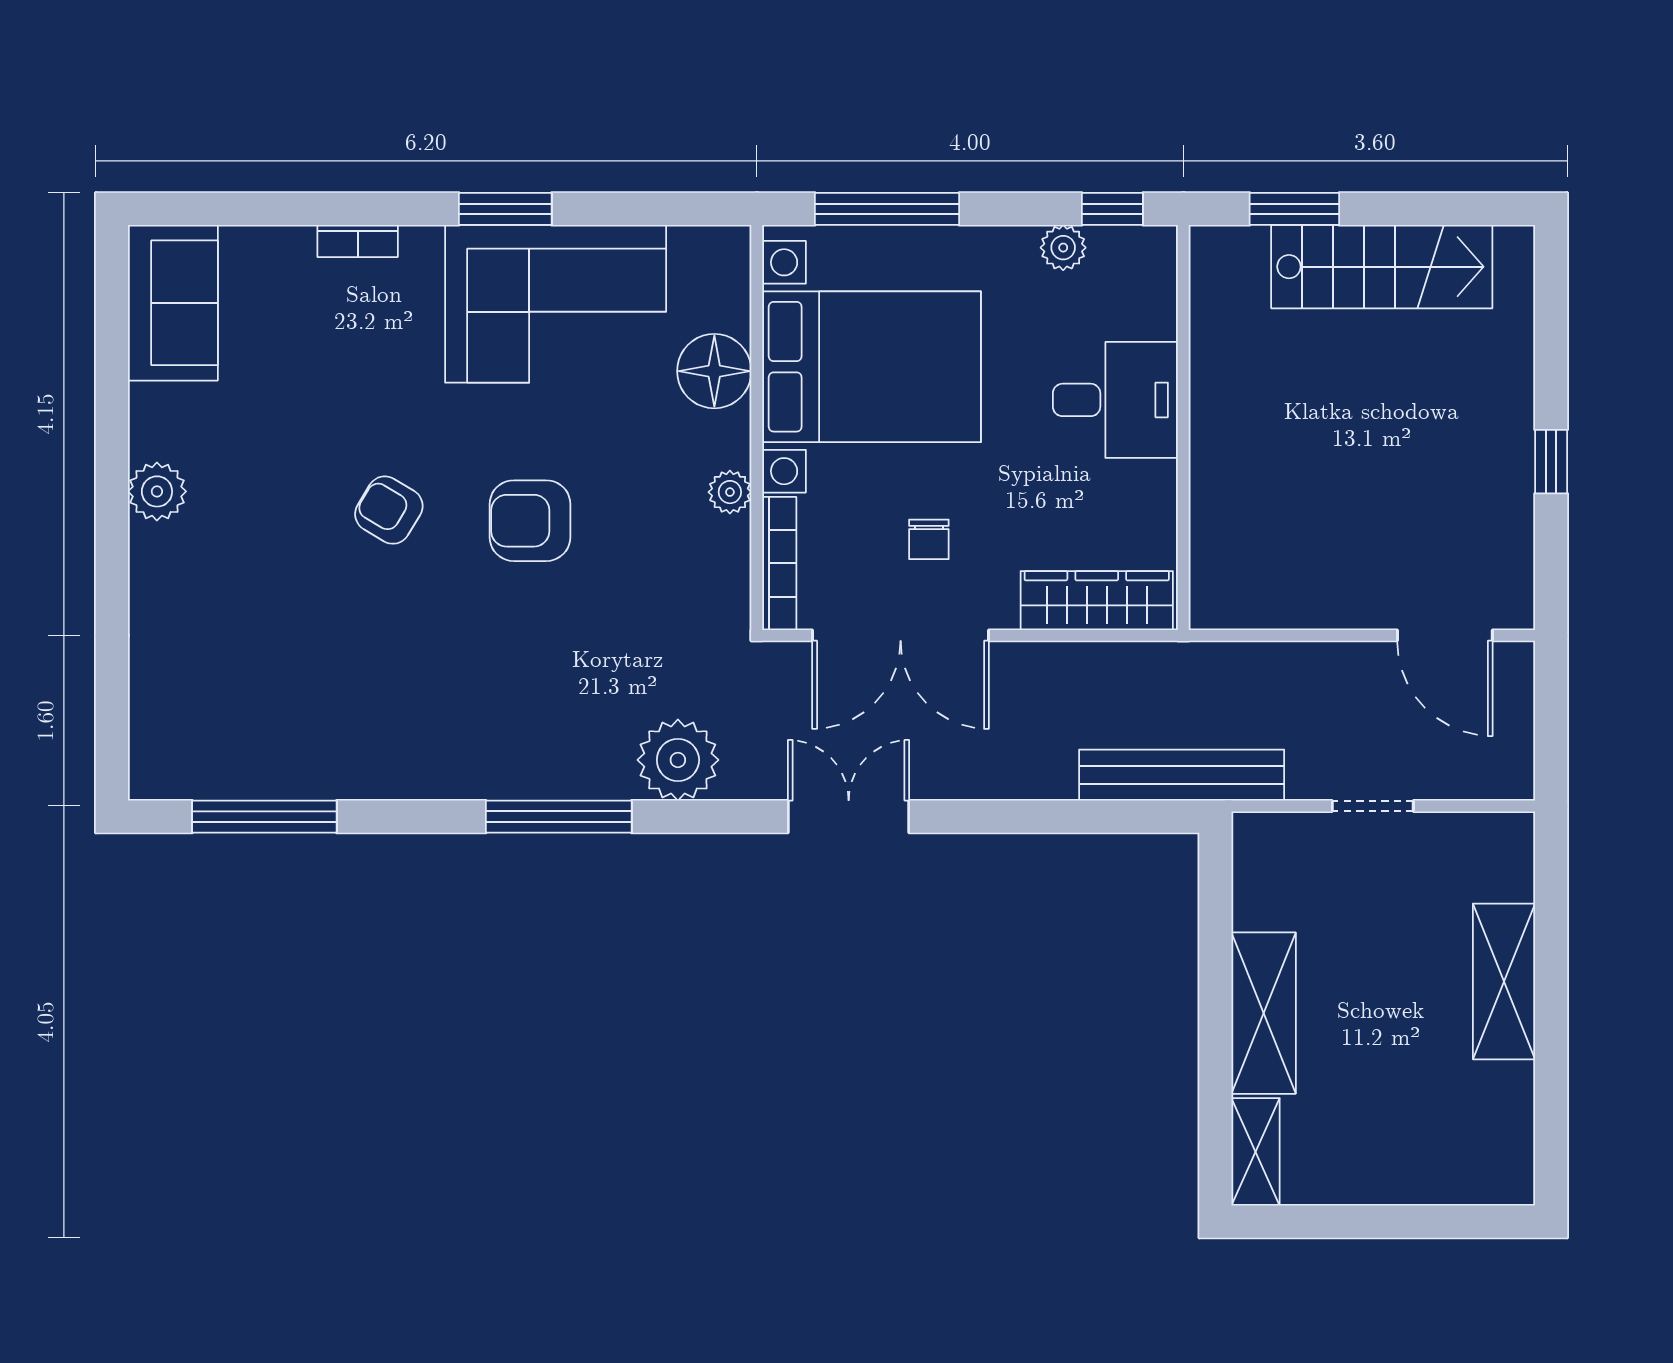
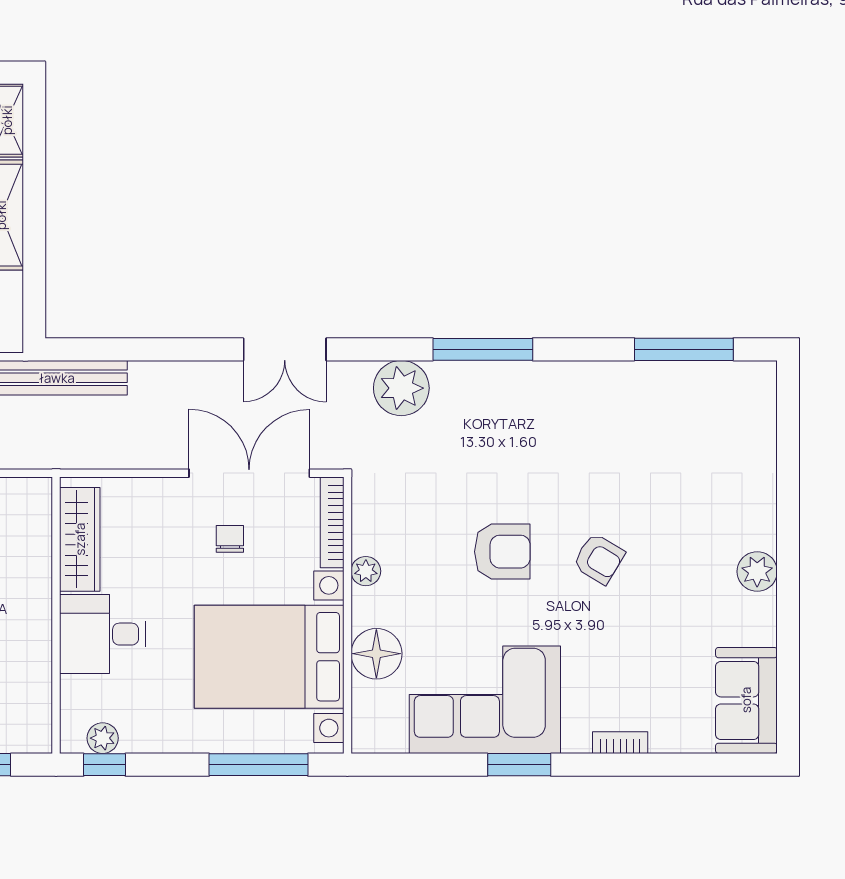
plant: (1063, 248) -> (103, 738), moved
wardrobe: (1097, 601) -> (80, 539), moved, turned -90

